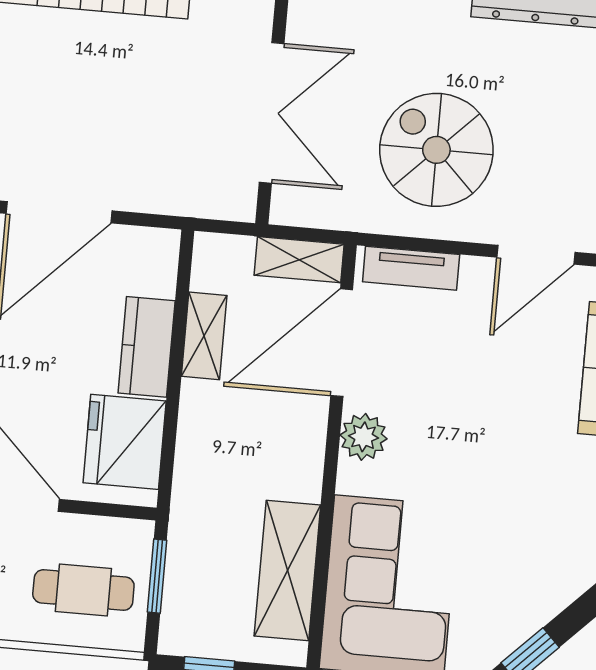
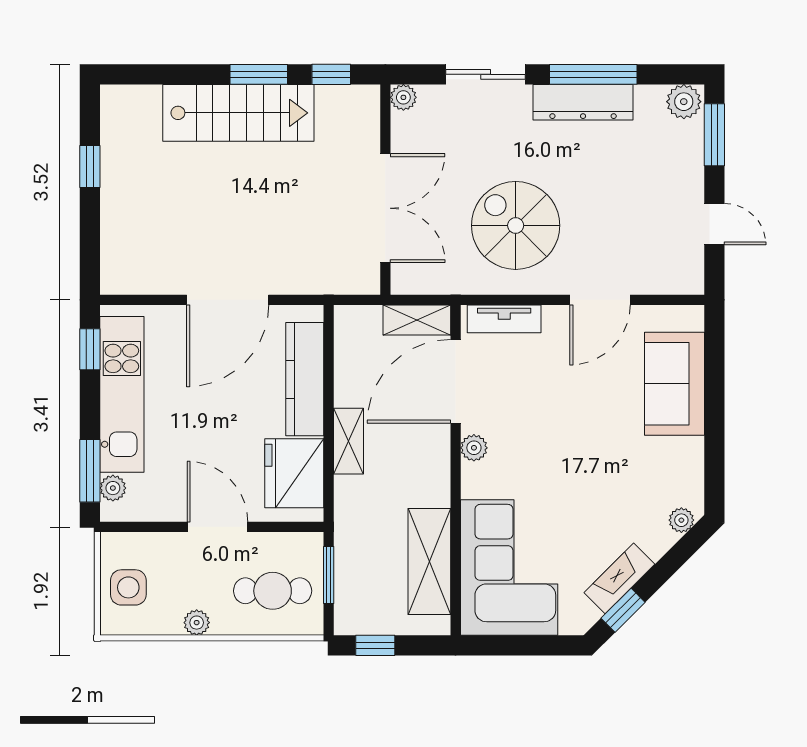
shelving: (204, 336) -> (348, 441), moved
kitchen counter: (147, 347) -> (305, 379), width x1.50
plant: (363, 437) -> (474, 448), width x0.73, depth x0.73
fireplace: (529, 614) -> (619, 578), added

